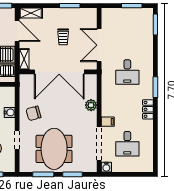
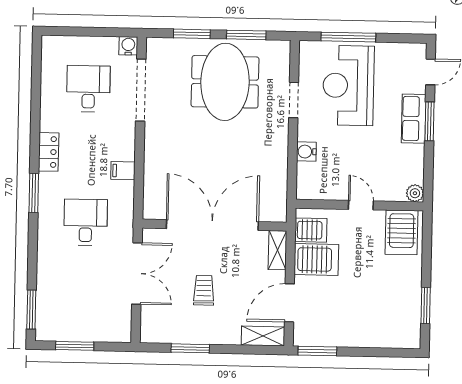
door: (17, 31) -> (289, 303), hinge flipped
plant: (91, 105) -> (154, 162), removed
chair: (33, 113) -> (262, 149), removed
filing cabinet: (108, 122) -> (123, 171), moved

